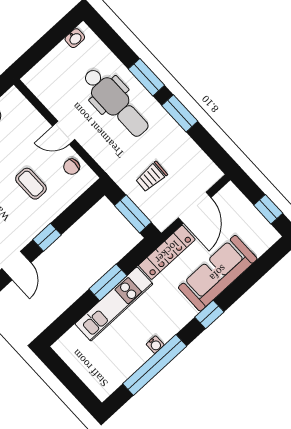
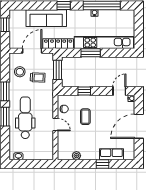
stool: (185, 161) -> (20, 72), added
window: (47, 237) -> (84, 91), moved
kitchen unit: (114, 304) -> (104, 43), width x1.36

